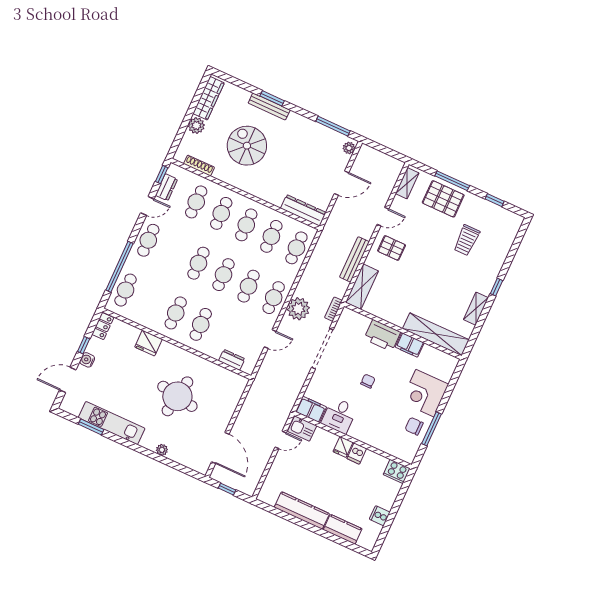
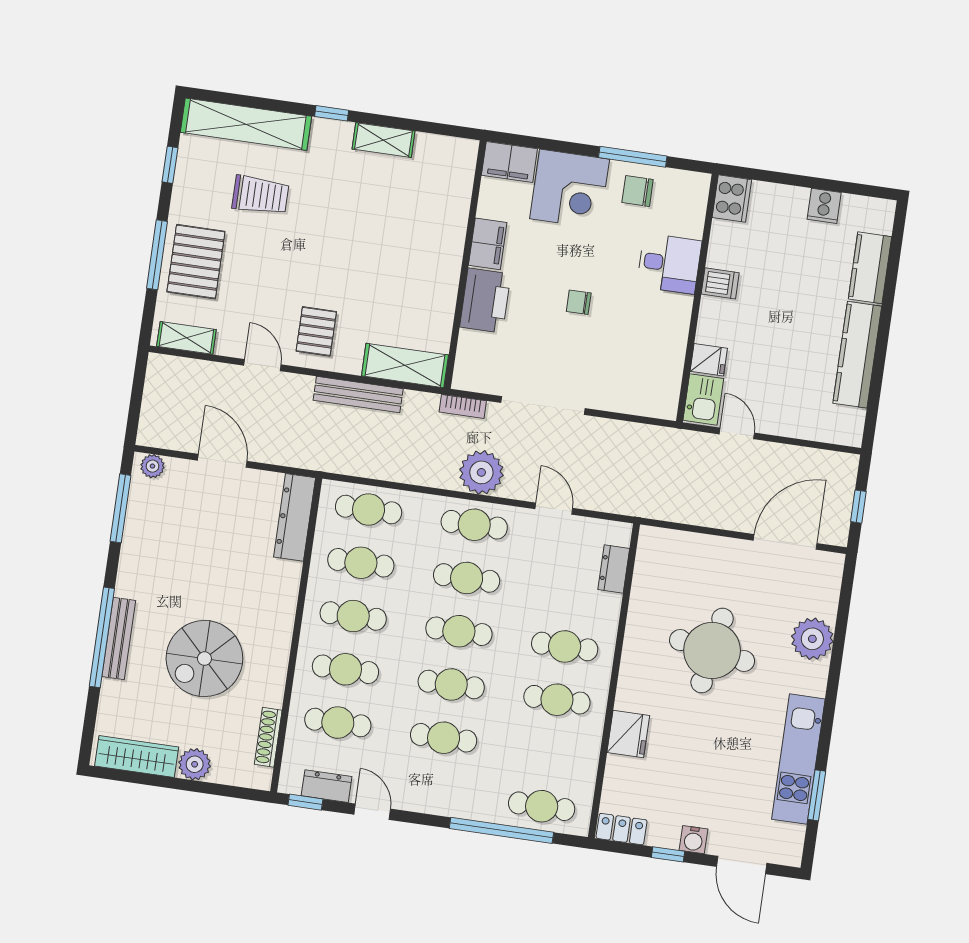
window: (272, 98) -> (102, 637), width x2.11
cafe table: (148, 240) -> (444, 738), moved
shelving: (436, 334) -> (246, 124), moved, turned 90
filing cabinet: (311, 409) -> (509, 162), moved, turned -90
desk: (339, 415) -> (669, 264), moved
chair: (414, 426) -> (638, 191), turned 90
fridge: (343, 447) -> (709, 360), moved
plant: (162, 450) -> (812, 639), width x1.87, depth x1.87

